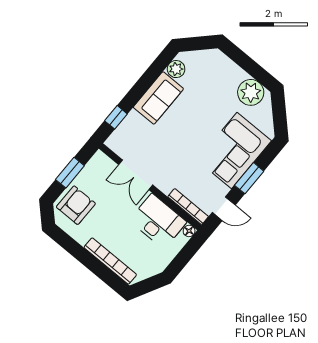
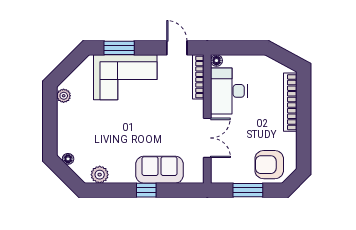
floor lamp: (208, 55) -> (68, 159), added
plant: (251, 92) -> (64, 96), width x0.53, depth x0.53
sofa: (158, 98) -> (160, 170), moved
window: (116, 117) -> (146, 190), moved
window: (249, 178) -> (119, 48), moved

